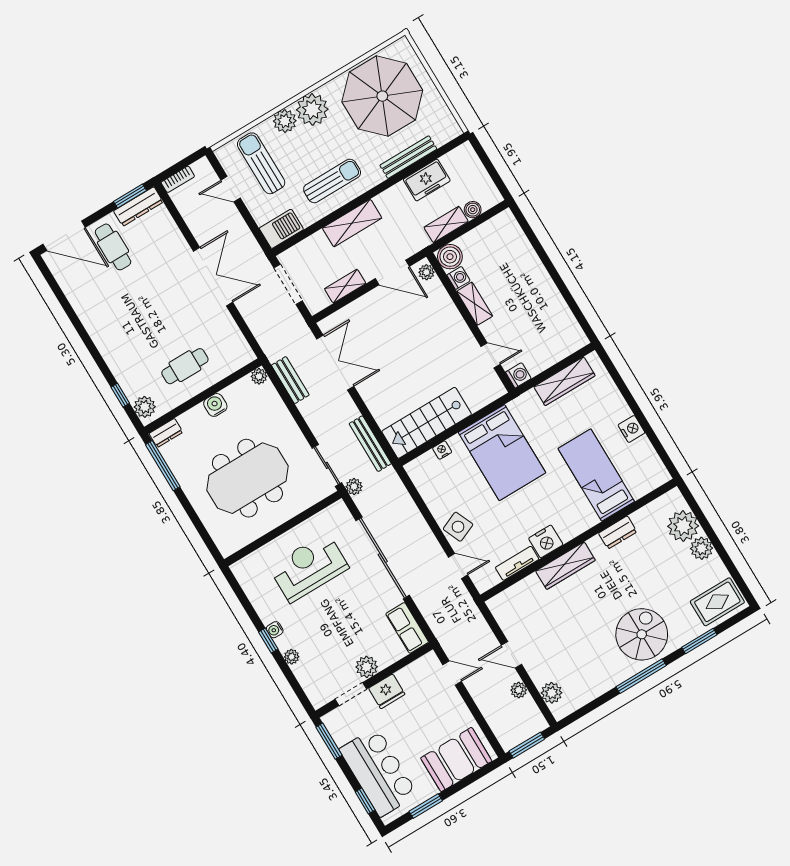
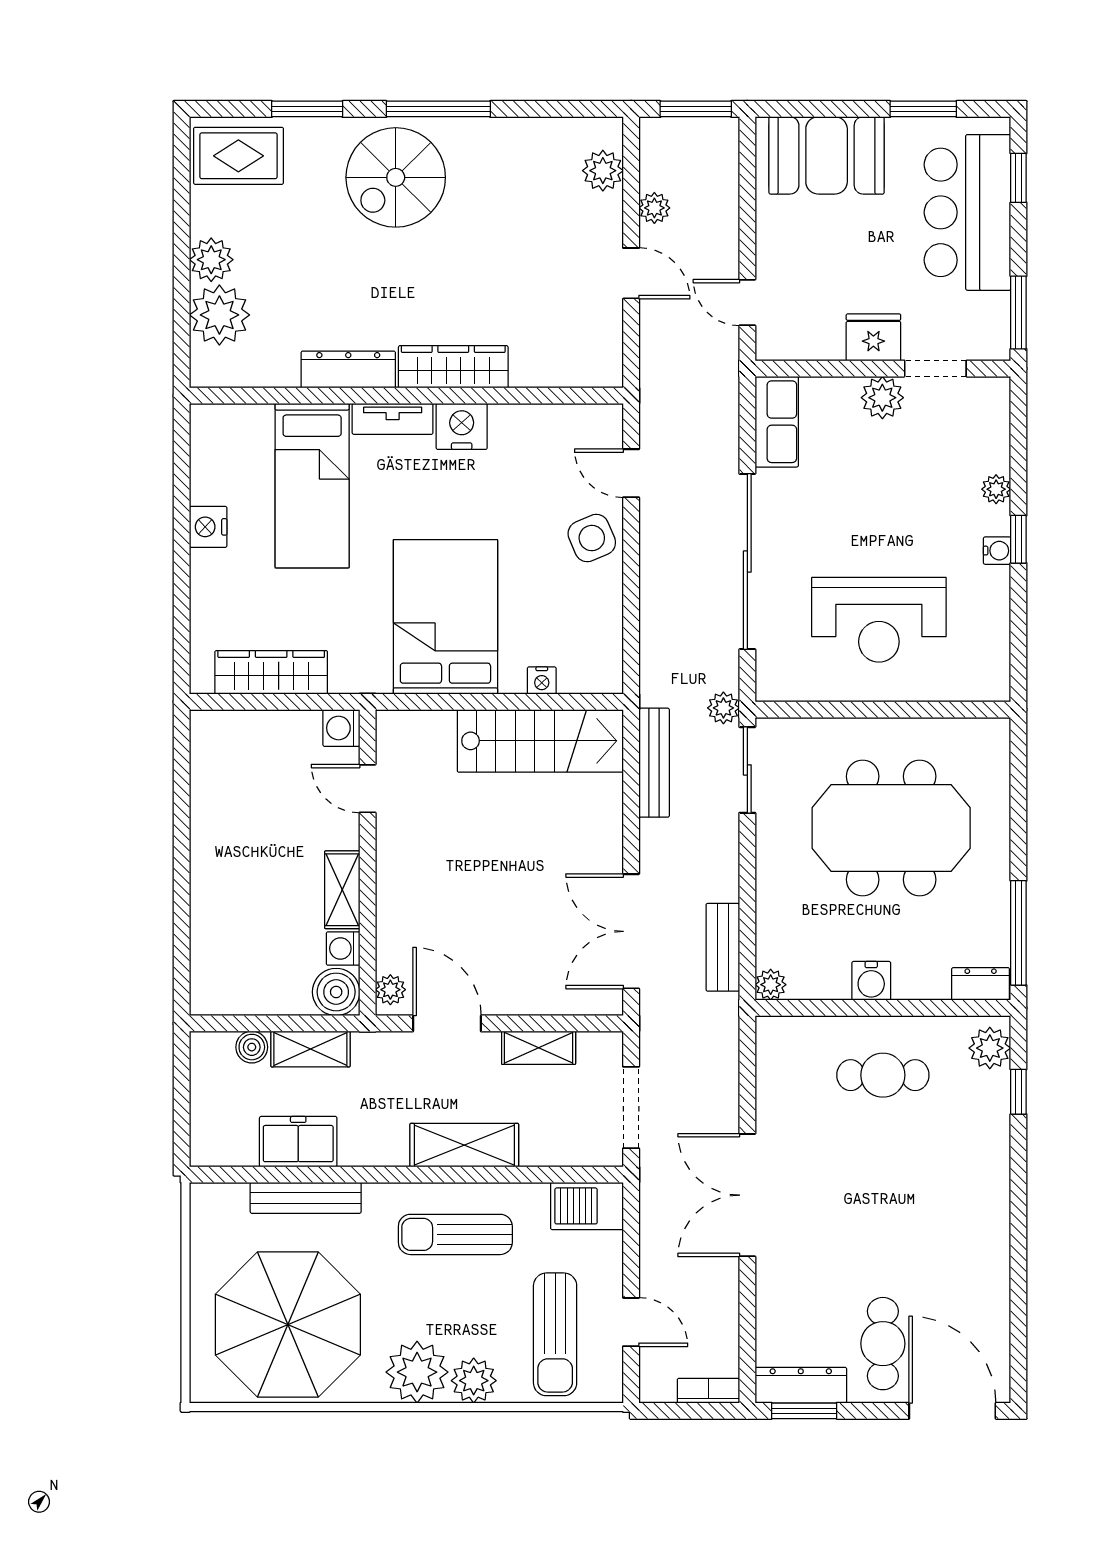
dresser: (618, 532) -> (348, 370), width x1.44
tv unit: (517, 563) -> (393, 419), moved

